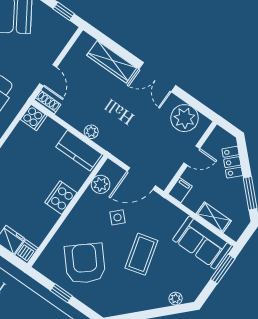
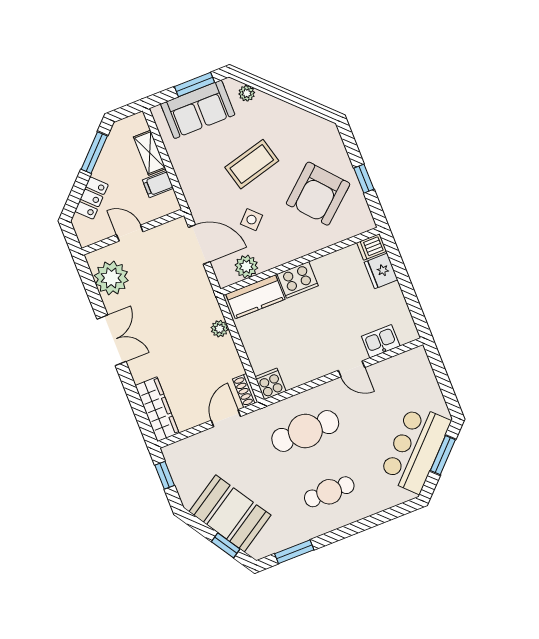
wardrobe: (112, 62) -> (157, 409), moved
kitchen counter: (79, 151) -> (255, 297), moved, turned 90
filing cabinet: (180, 190) -> (158, 184), moved
sofa: (202, 243) -> (198, 109), moved, turned 90
window: (223, 269) -> (194, 85), moved

